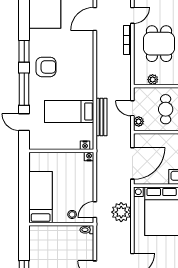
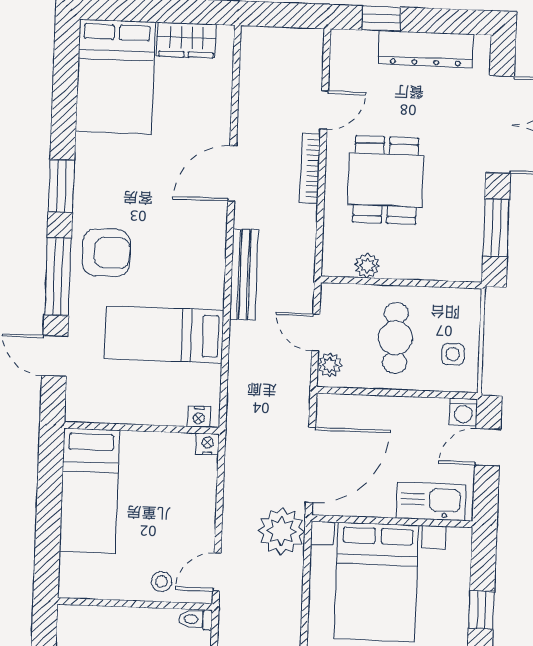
door: (95, 19) -> (232, 174), moved
armchair: (46, 67) -> (106, 253), moved
bench: (102, 117) -> (244, 275), moved
bed: (41, 197) -> (89, 491), moved, turned 180
plant: (121, 212) -> (282, 531), moved

